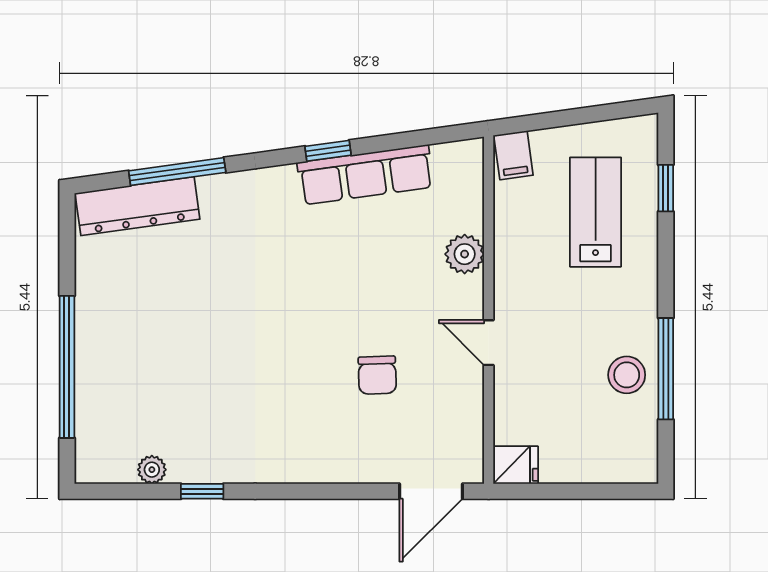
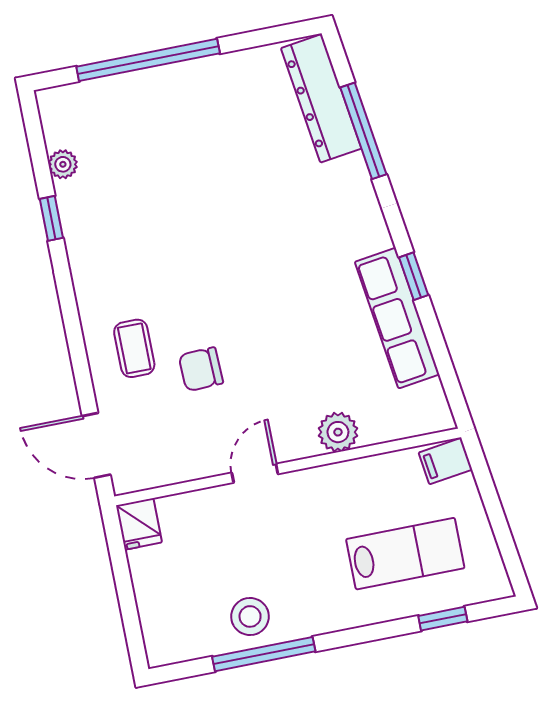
coffee table: (344, 436) -> (134, 348), added

